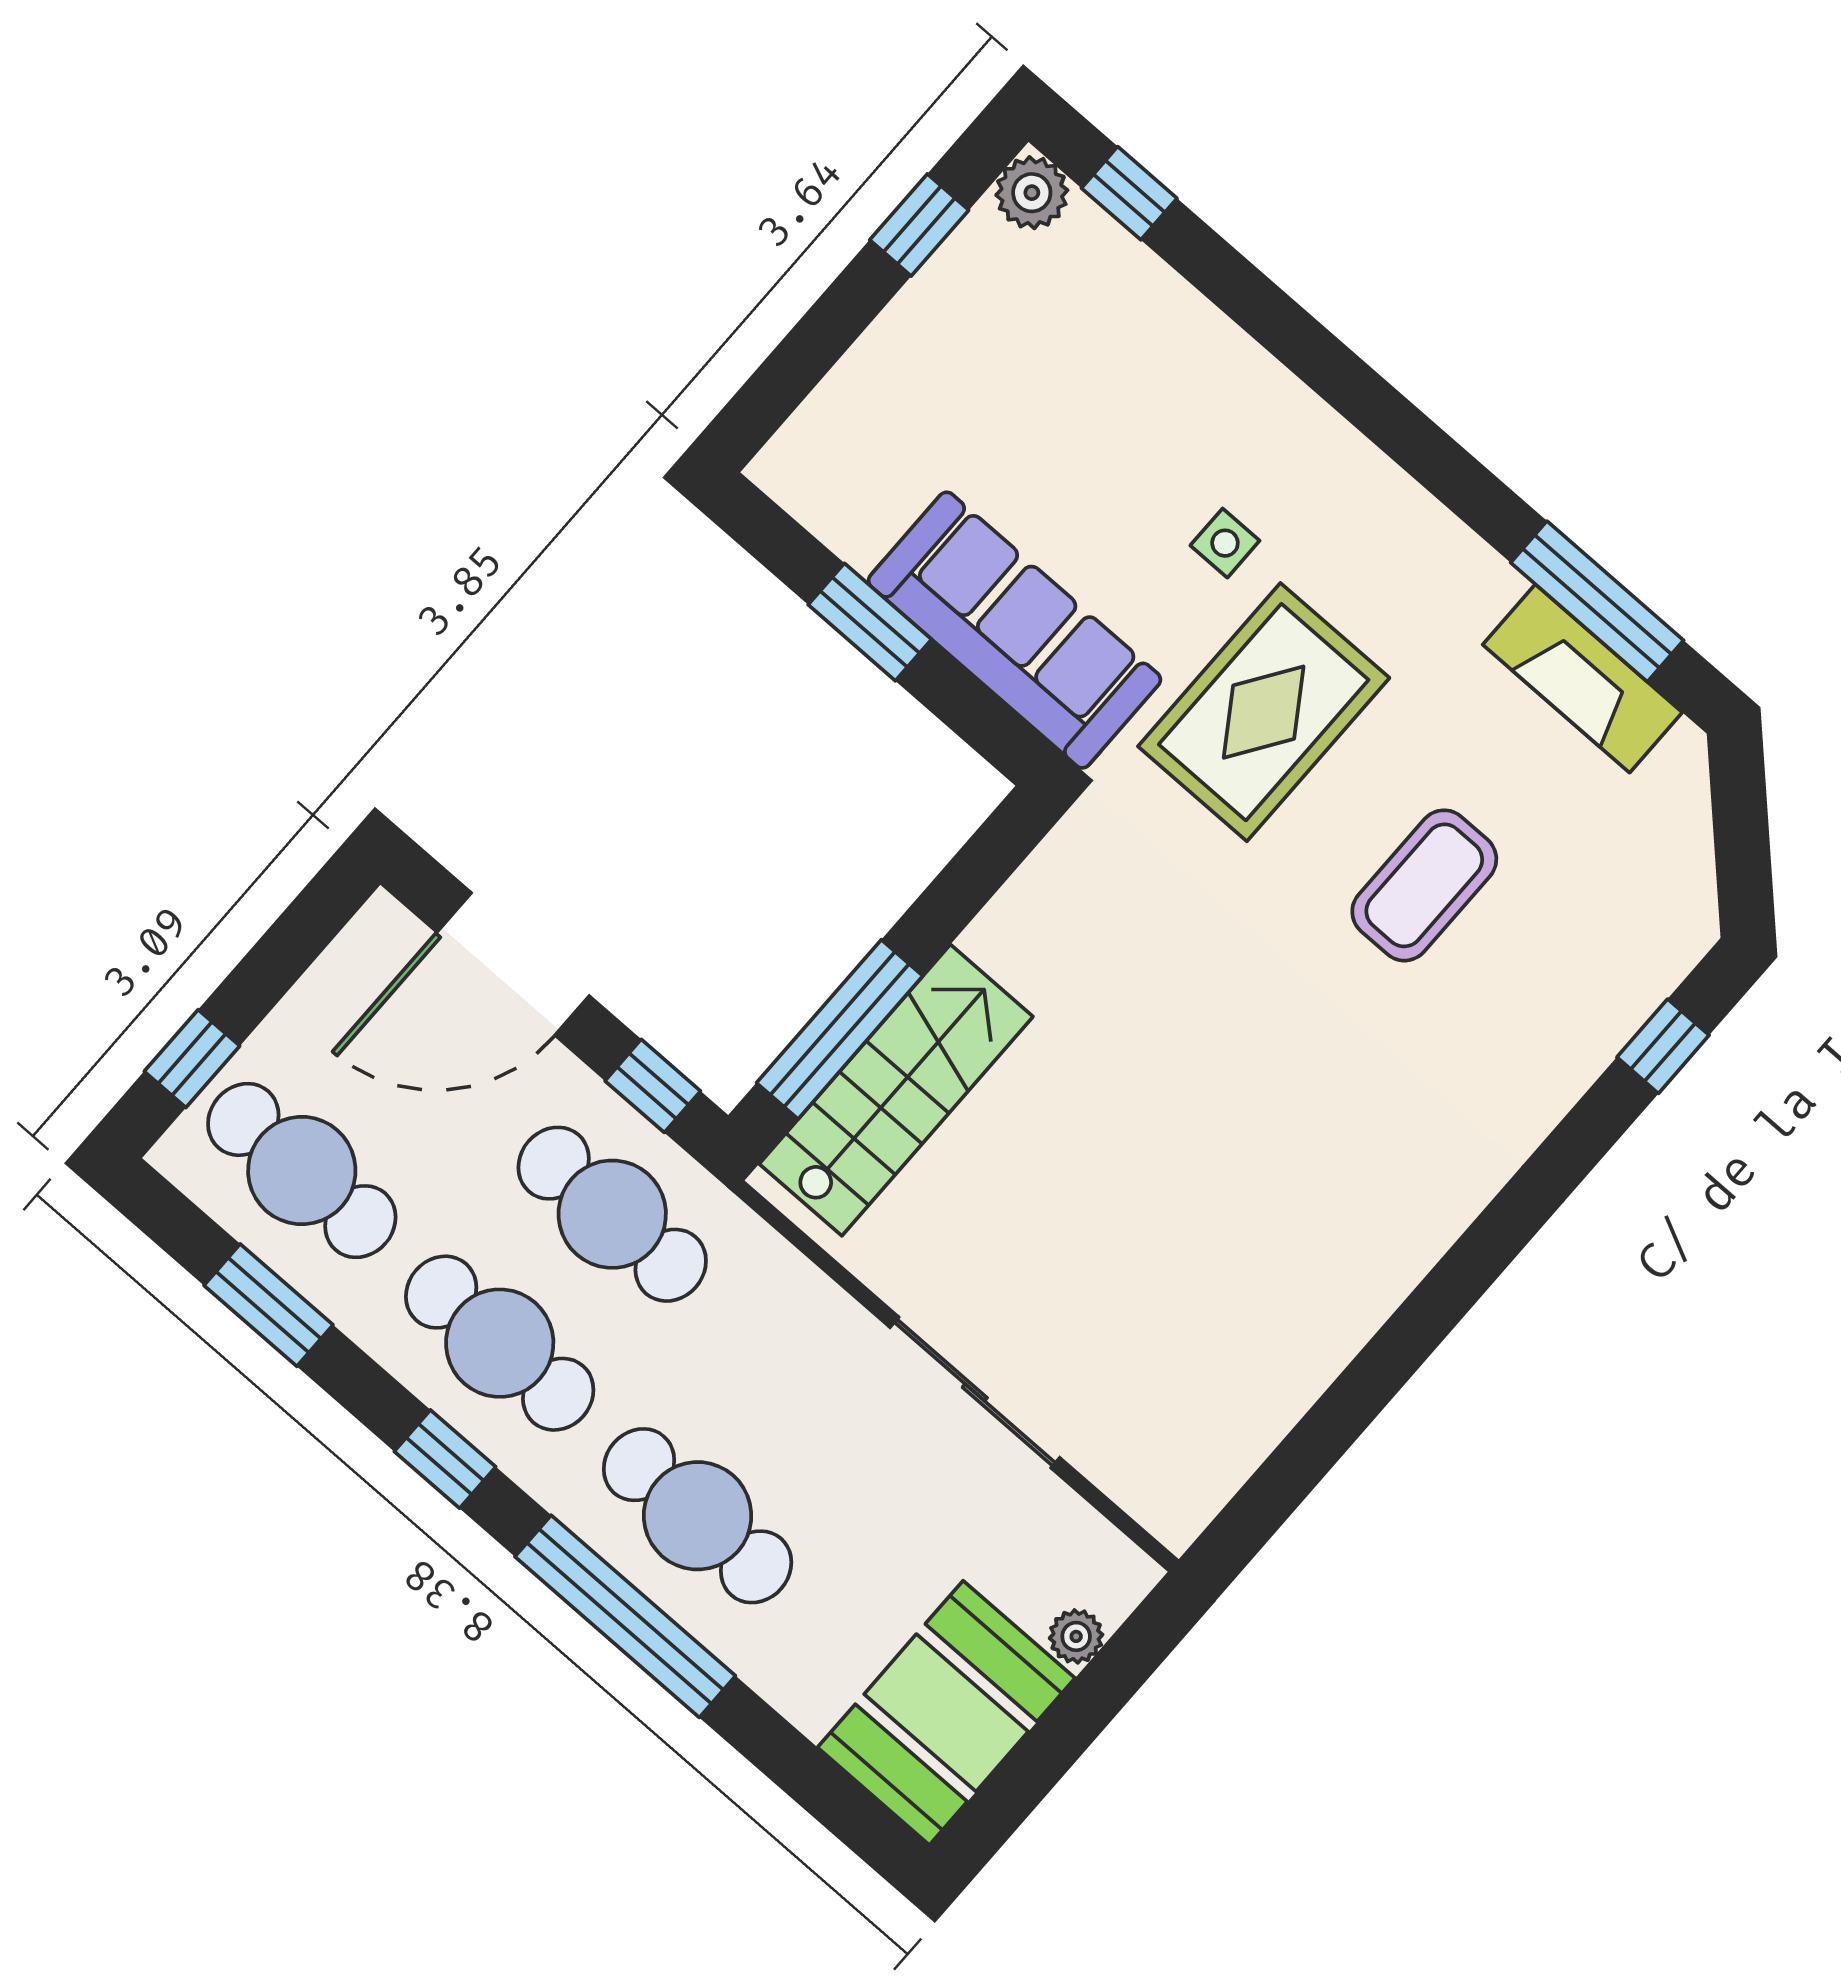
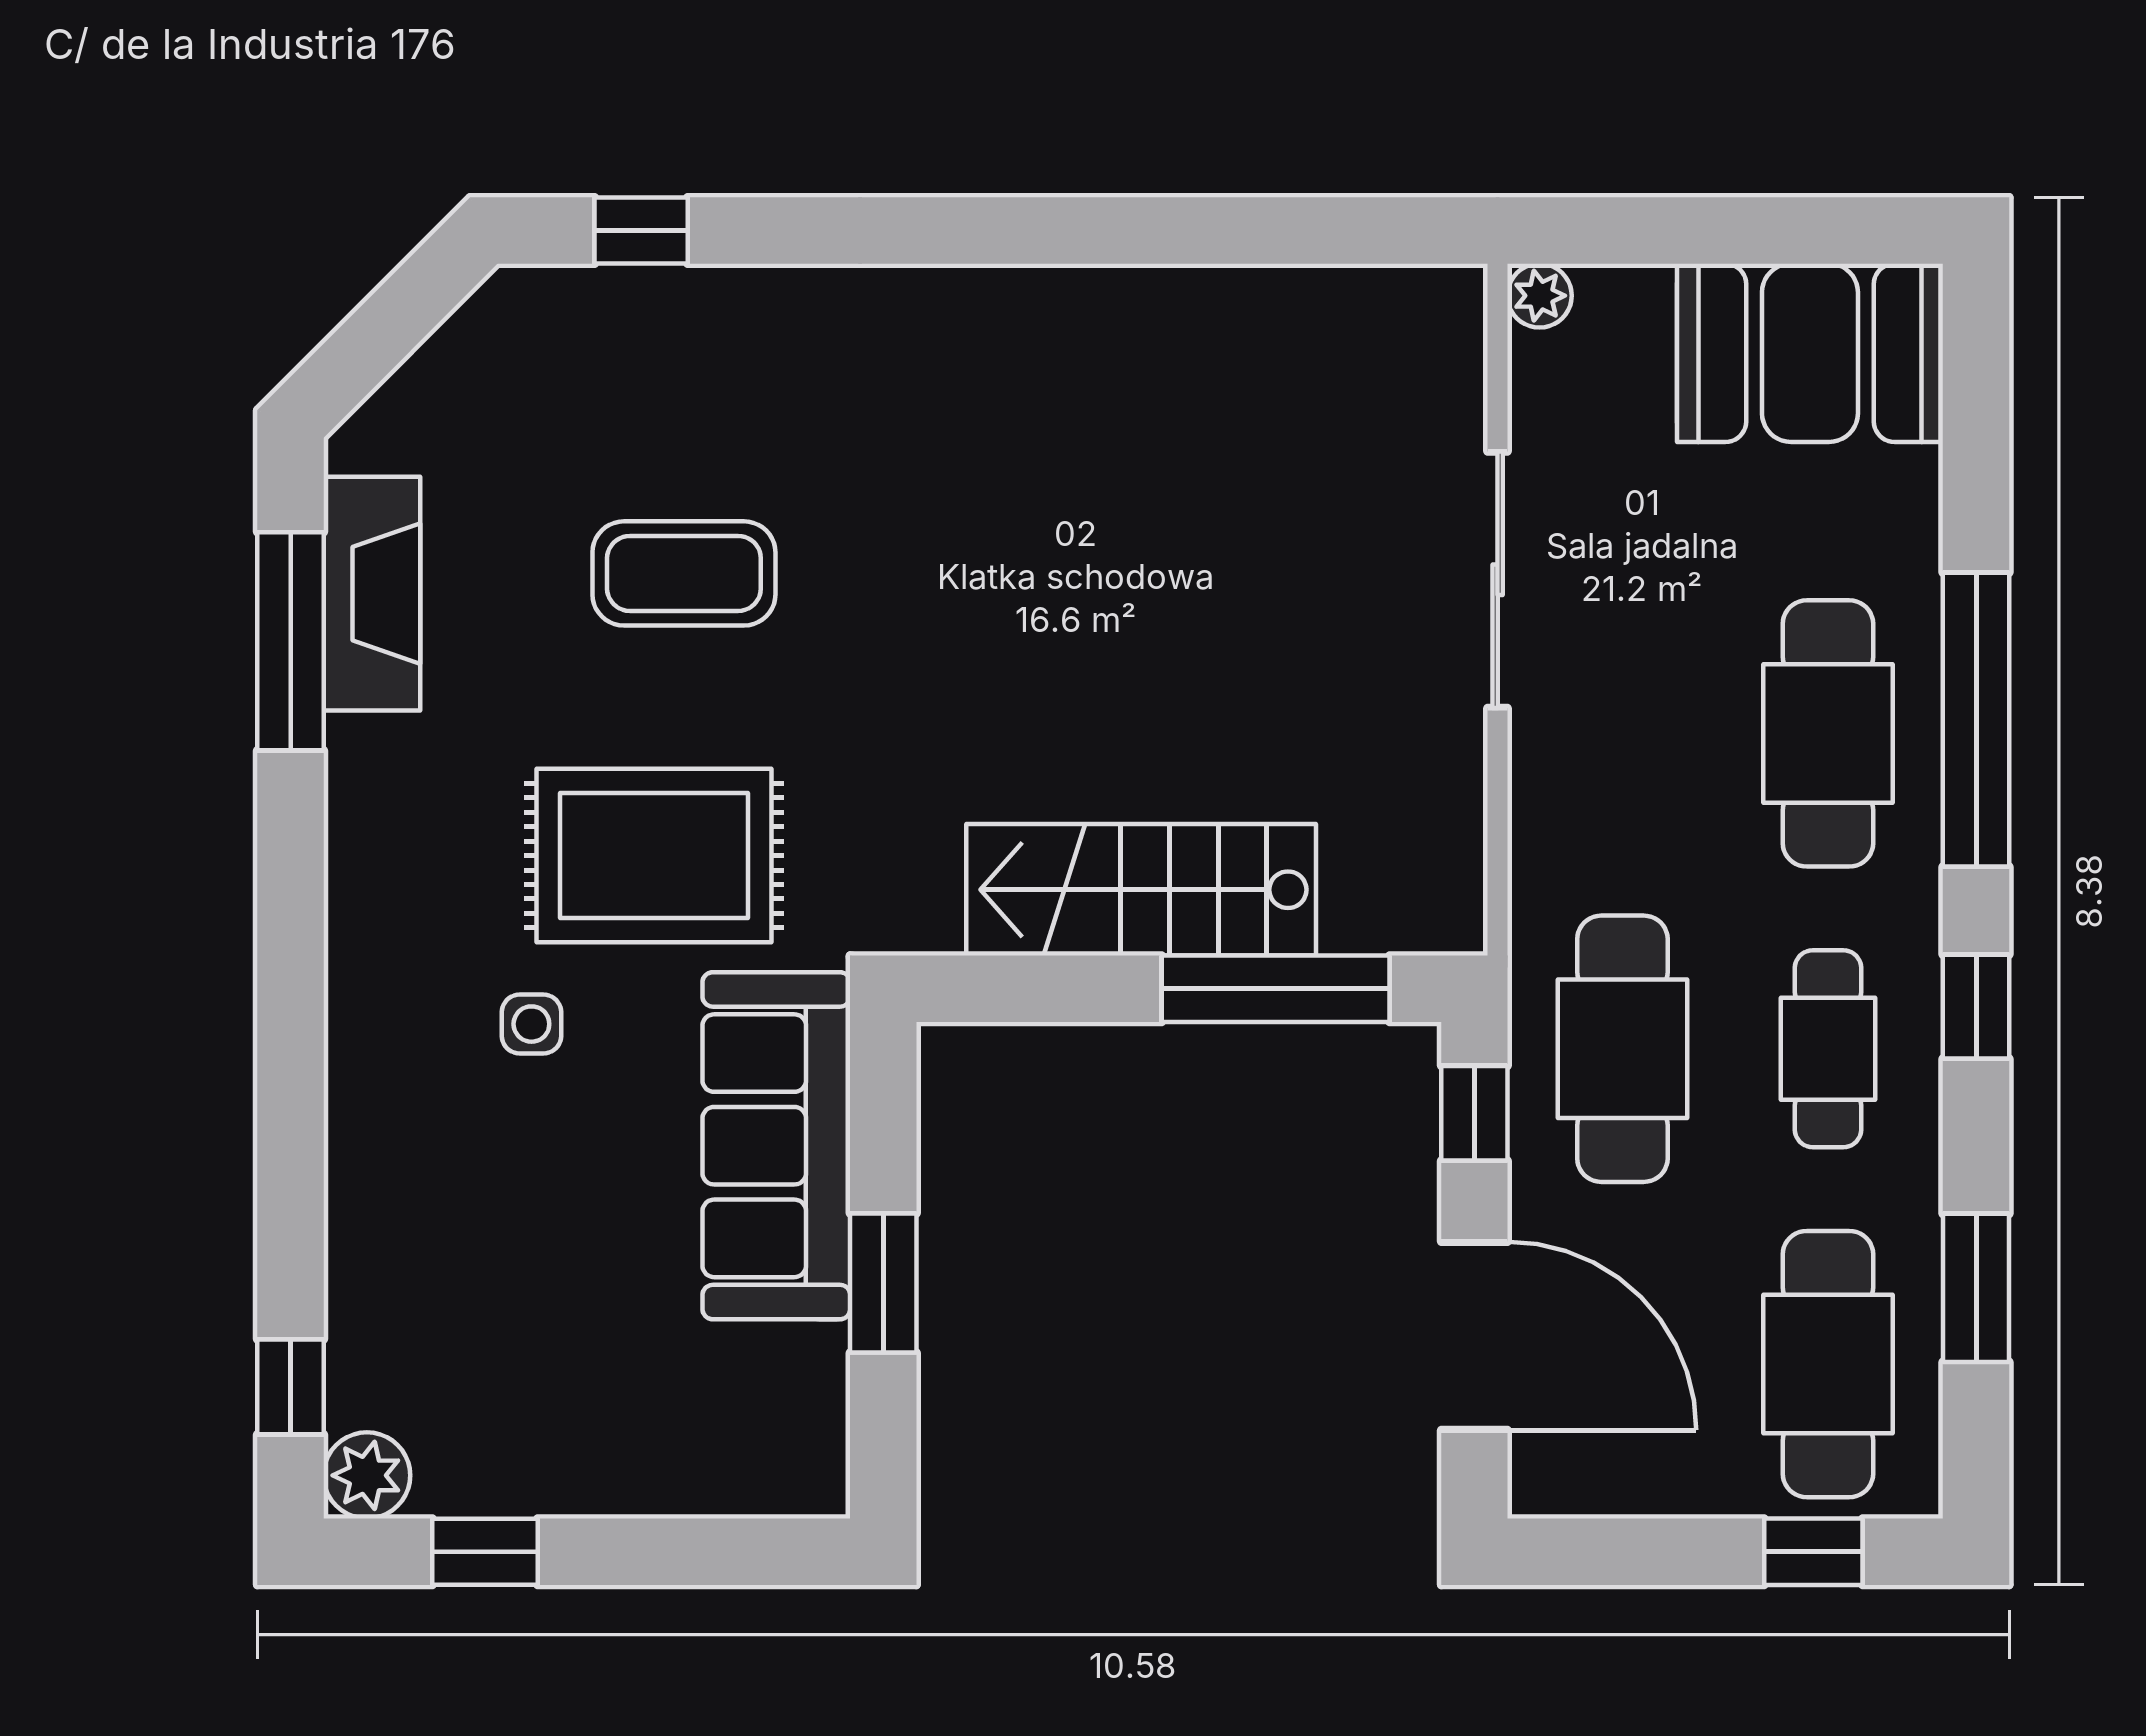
stairs: (896, 1090) -> (1141, 890), moved
cafe table: (500, 1343) -> (1828, 1049), width x0.73, depth x0.74
plant: (1076, 1636) -> (1540, 296), moved

